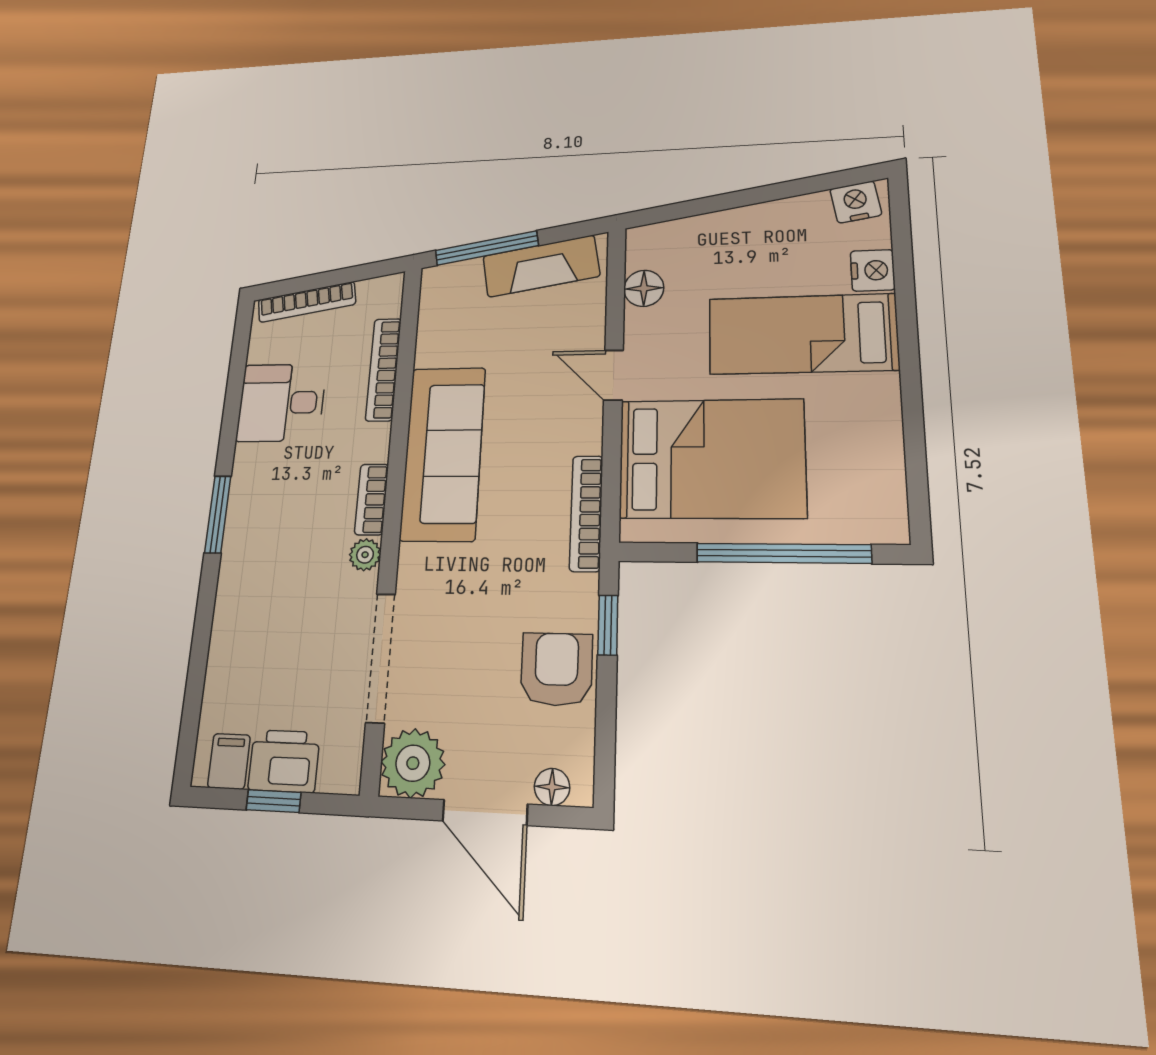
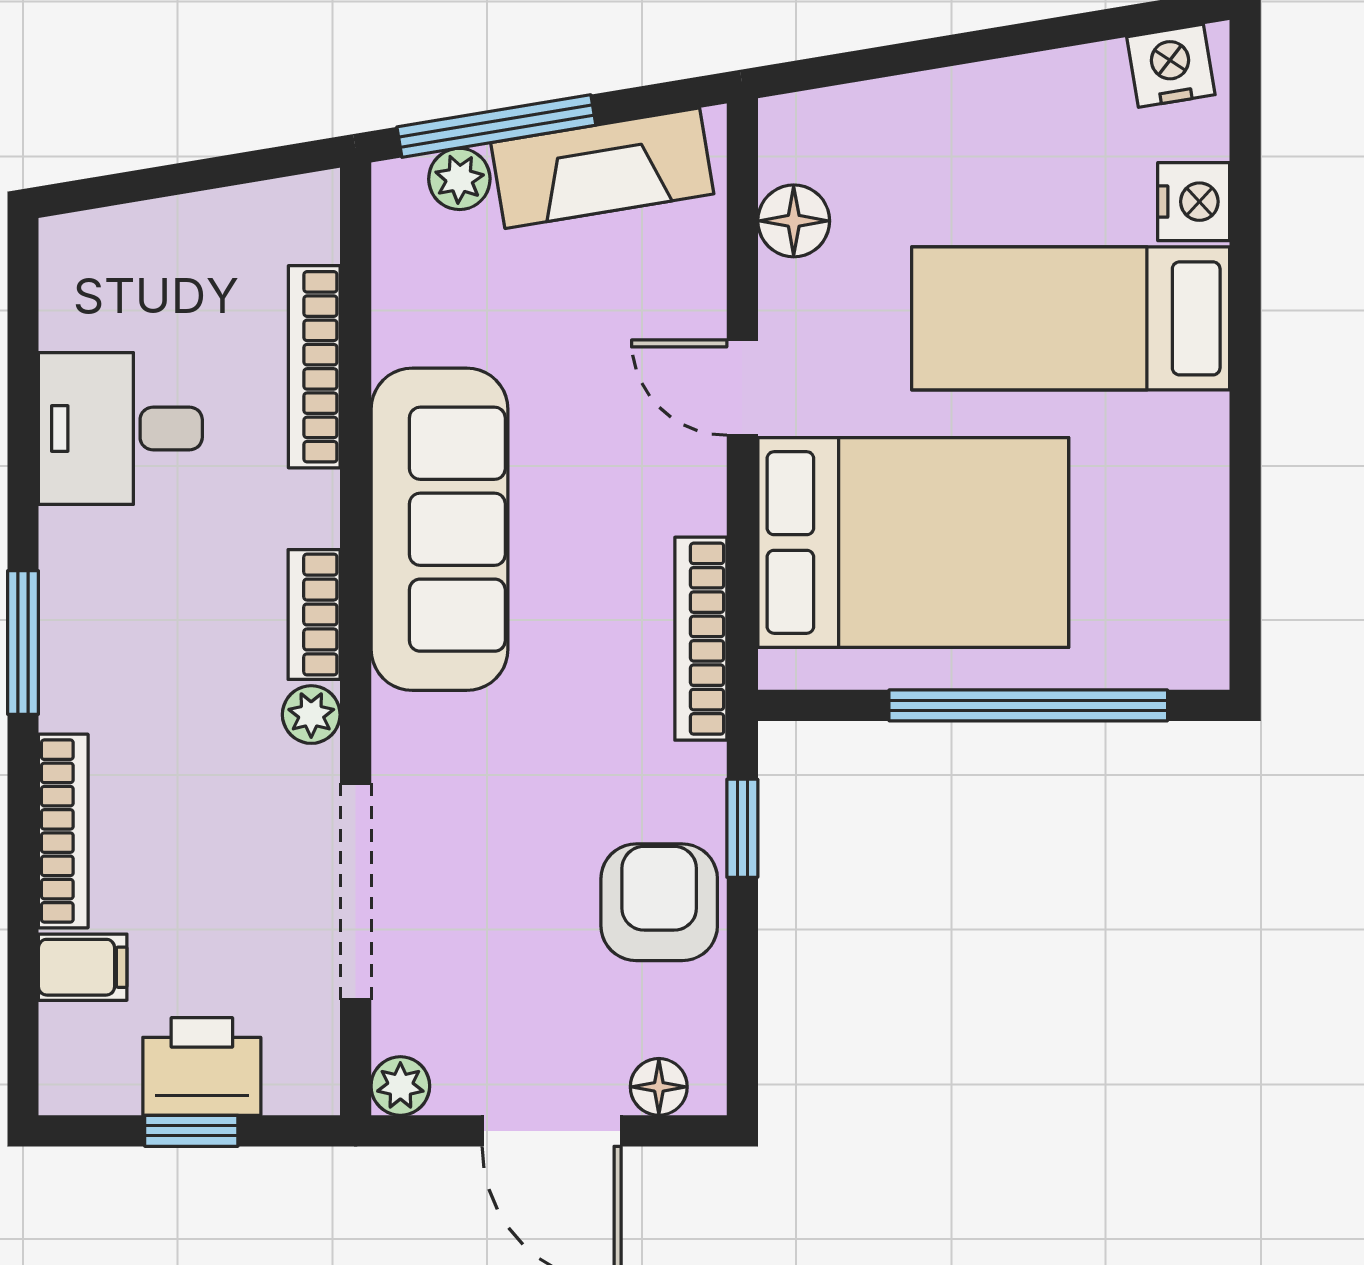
plant: (466, 274) -> (459, 179), added
bookcase: (307, 302) -> (63, 831), moved, turned -81
filing cabinet: (229, 761) -> (83, 967), moved, turned 90
plant: (413, 763) -> (400, 1086), width x0.53, depth x0.53

